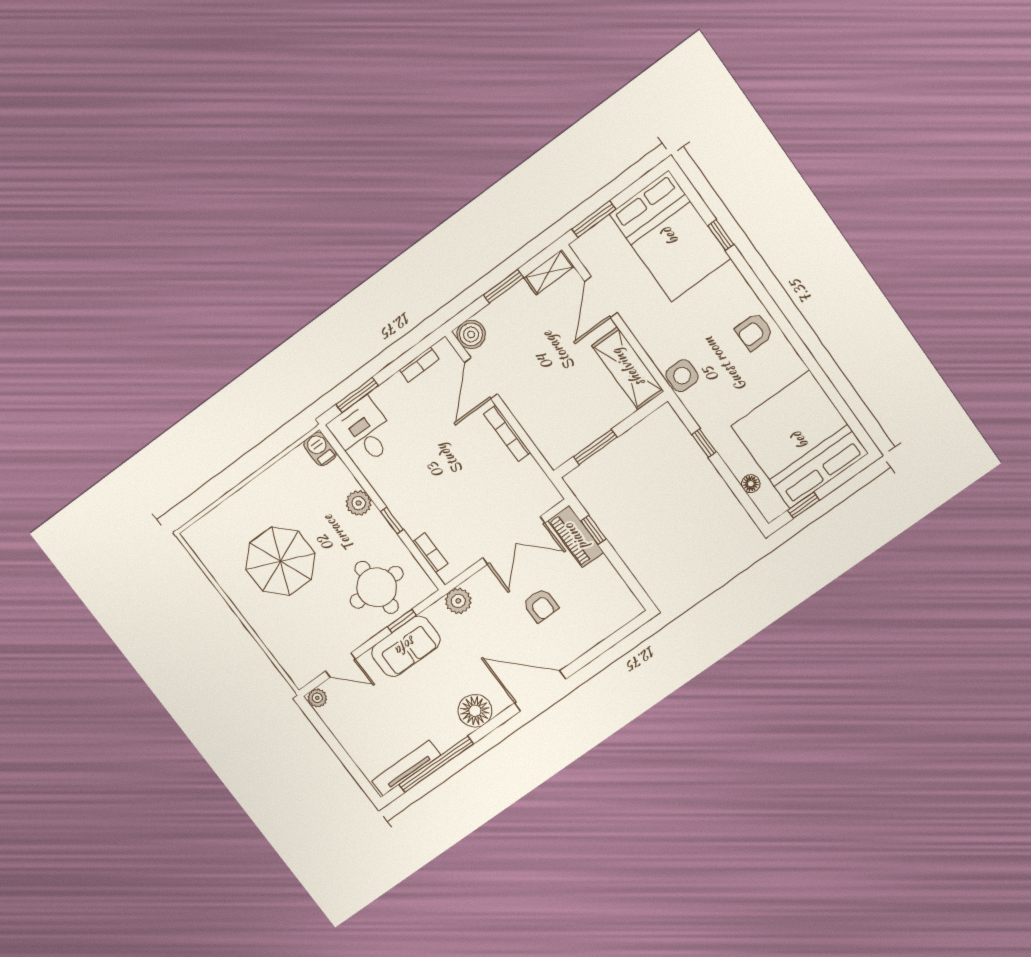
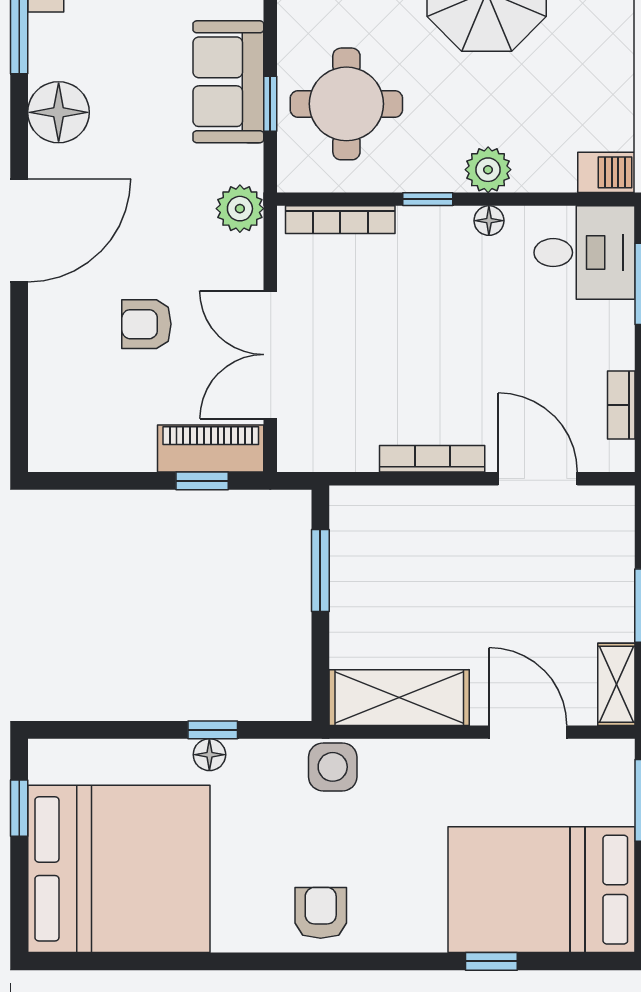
boiler: (471, 334) -> (610, 510), removed
floor lamp: (751, 484) -> (209, 755), moved
floor lamp: (381, 486) -> (489, 221), added
bookcase: (430, 553) -> (340, 220), width x1.56

